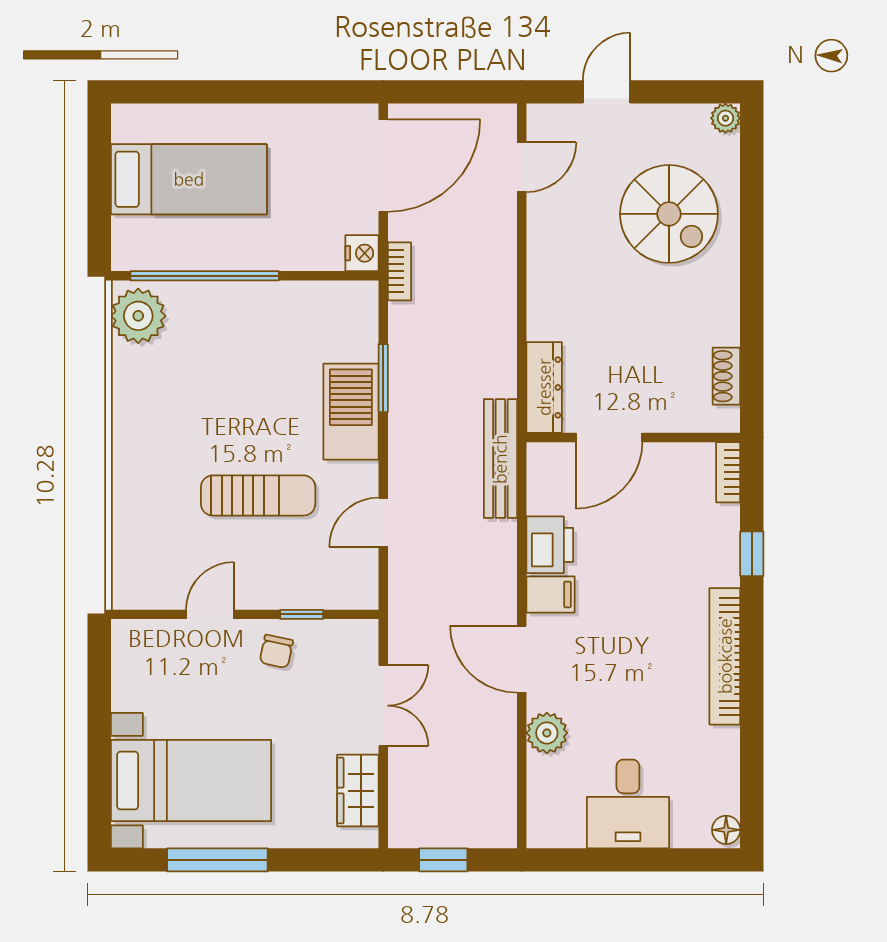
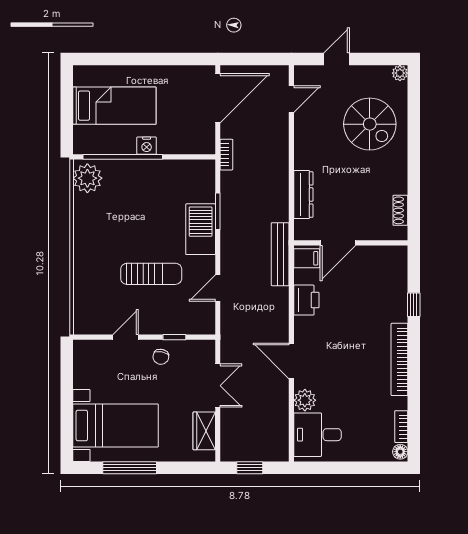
nightstand: (362, 253) -> (147, 146), moved, turned 90
dresser: (544, 387) -> (303, 195), moved
bookcase: (728, 472) -> (401, 427), moved
filing cabinet: (551, 594) -> (307, 258), moved
desk: (628, 804) -> (317, 435), moved, turned 90

